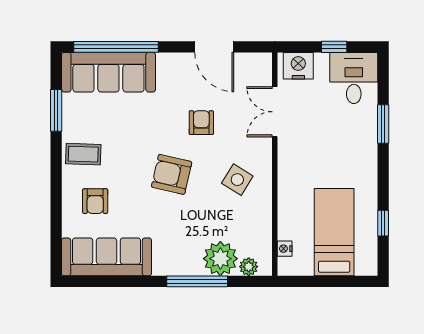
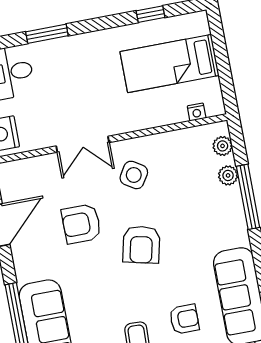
double door: (275, 112) -> (83, 144), moved
armchair: (201, 123) -> (81, 224), width x1.38, depth x1.38
plant: (220, 259) -> (228, 175), width x0.53, depth x0.53

